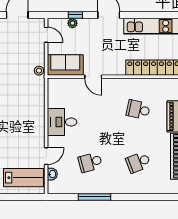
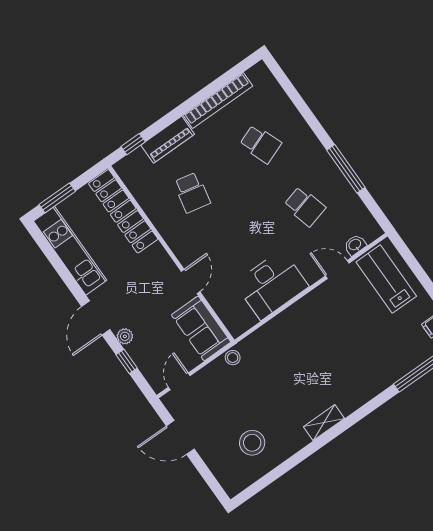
plant: (72, 23) -> (125, 336), moved
desk: (62, 122) -> (272, 285), width x1.37

